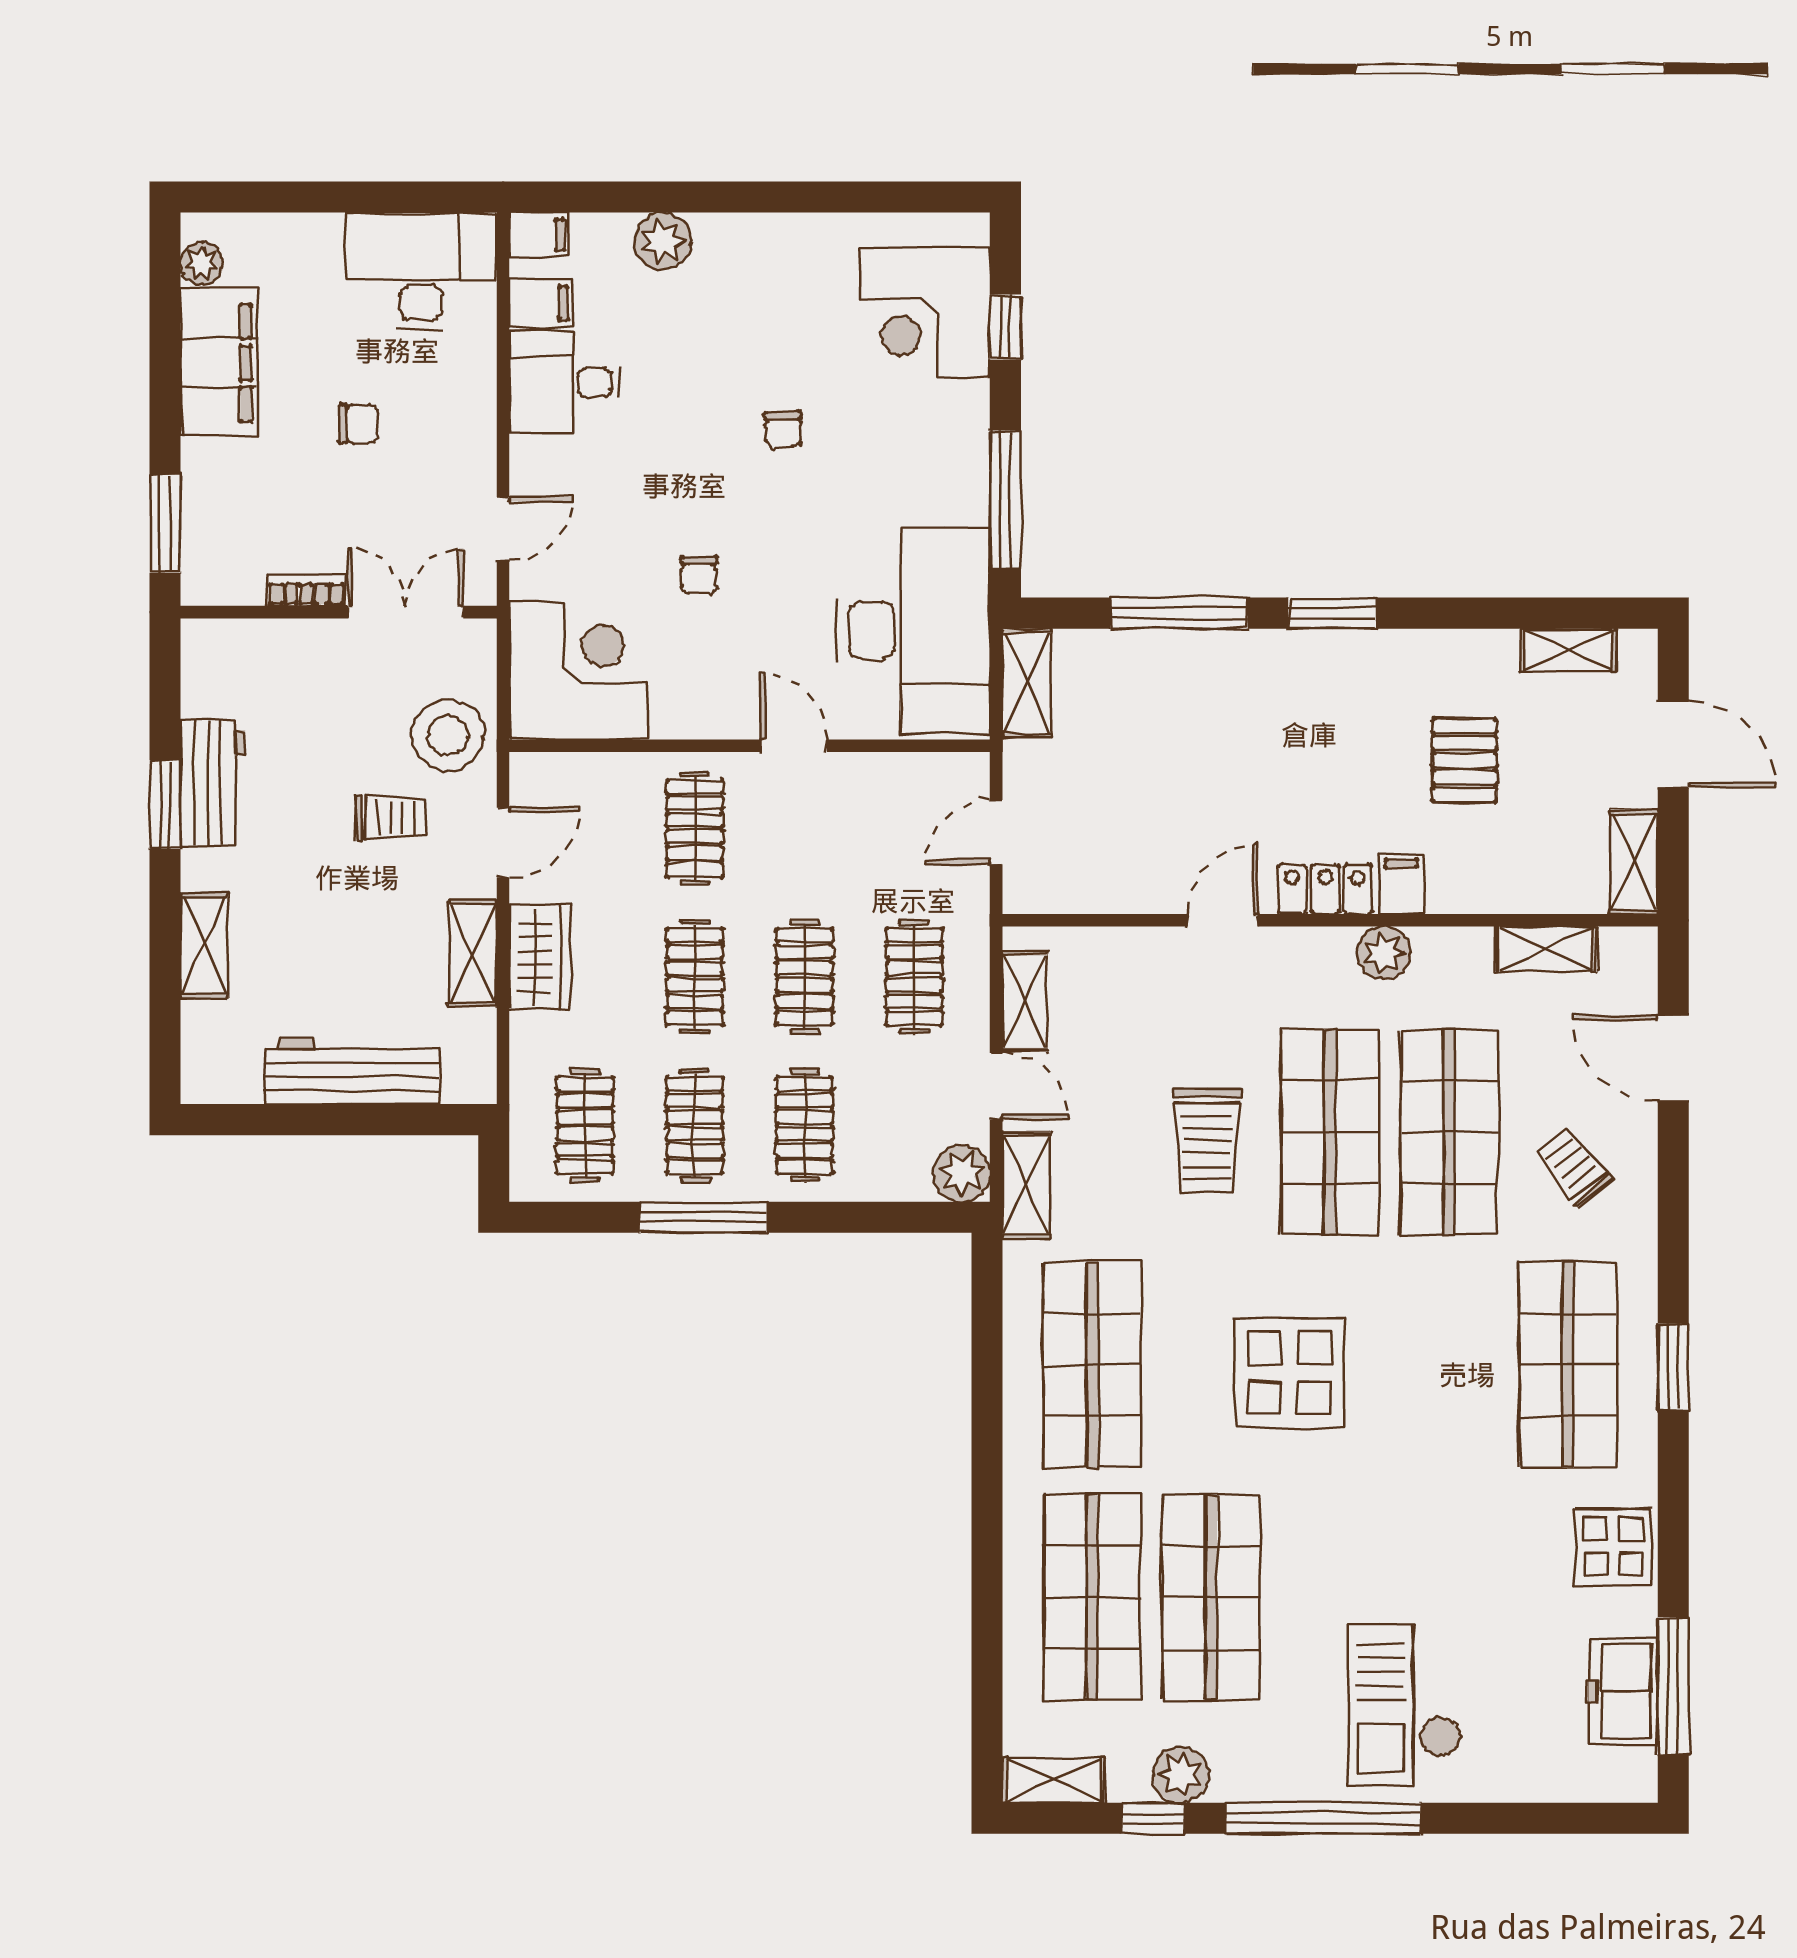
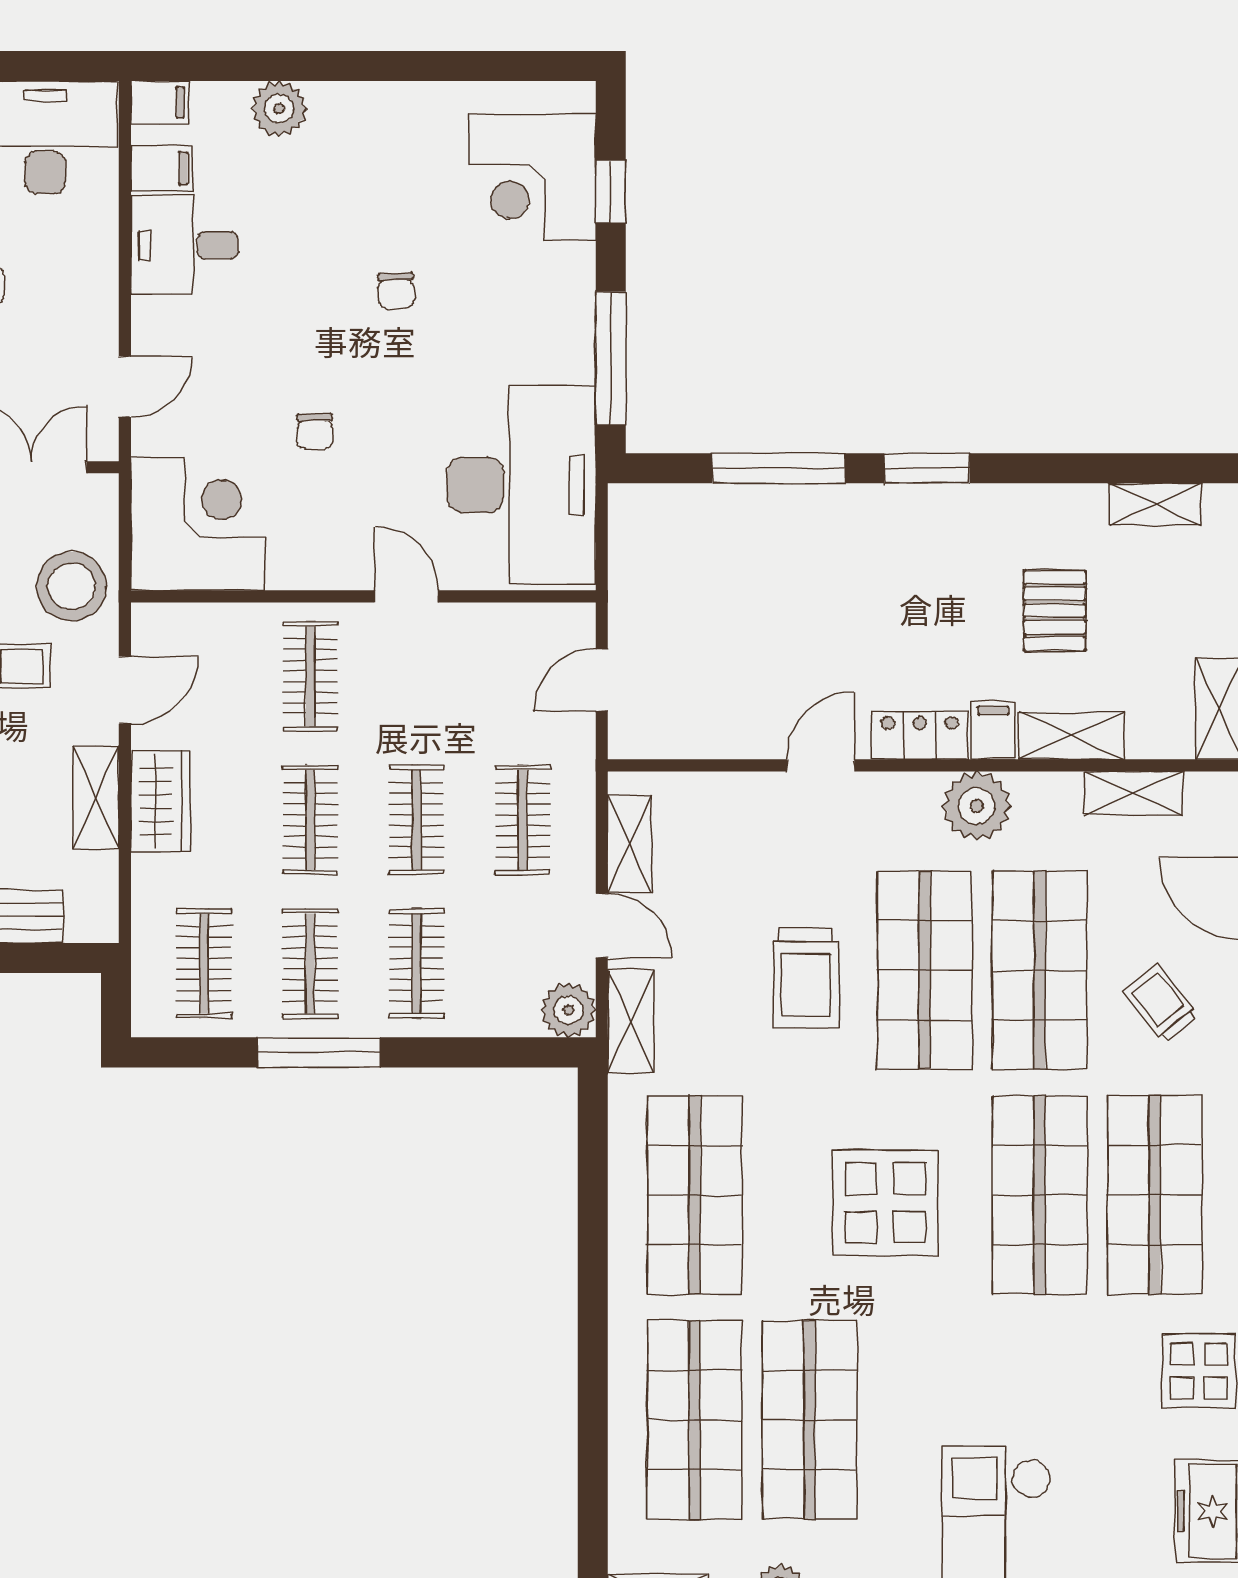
shelving: (1027, 683) -> (1072, 736), moved, turned 90
plant: (1384, 953) -> (977, 806), width x1.36, depth x1.36
shop shelf: (1449, 1365) -> (1040, 1195), added

